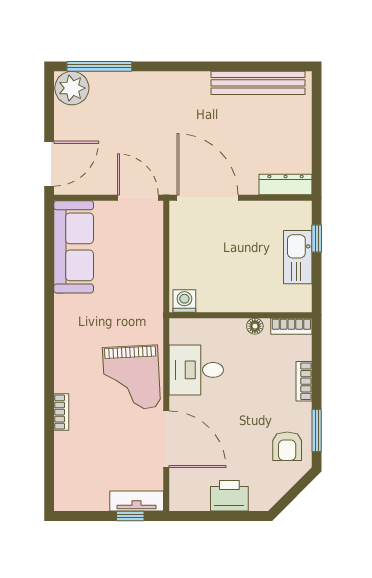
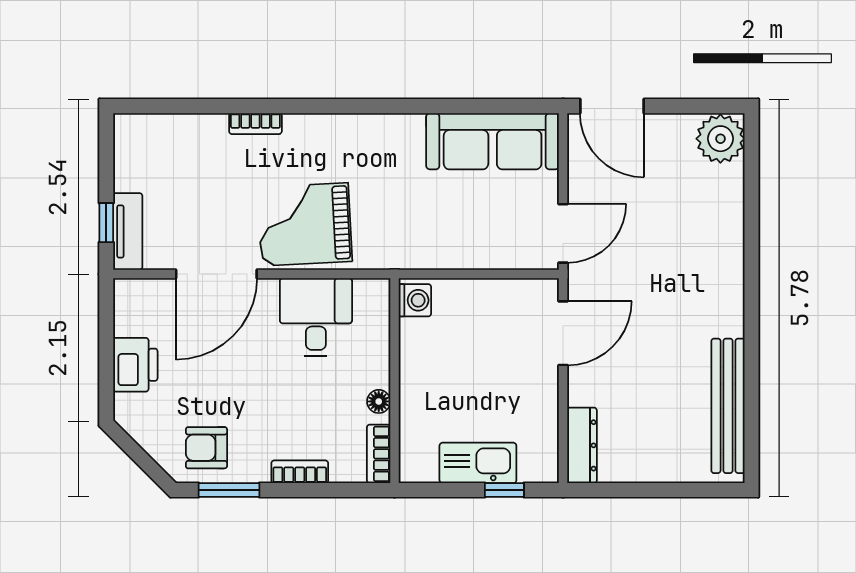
window: (99, 66) -> (752, 178), removed
door: (207, 198) -> (563, 333), width x0.73

